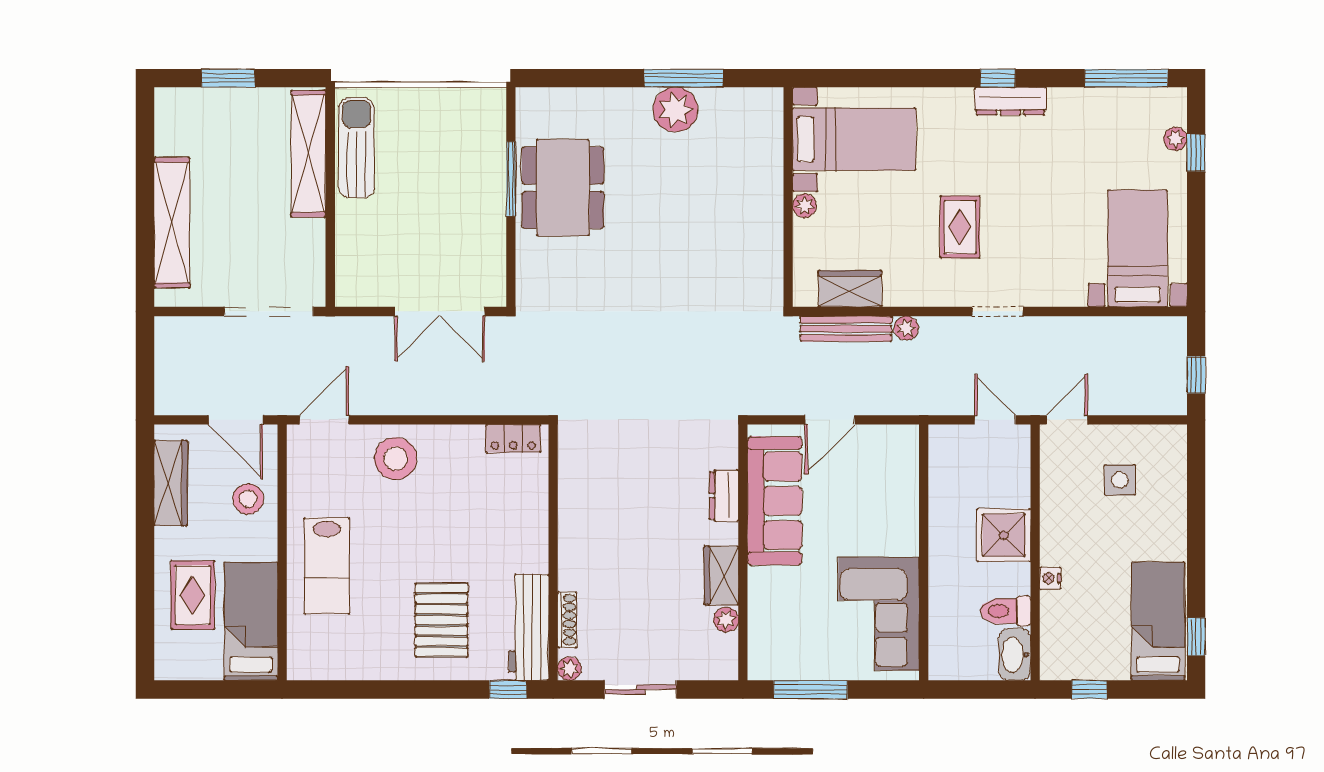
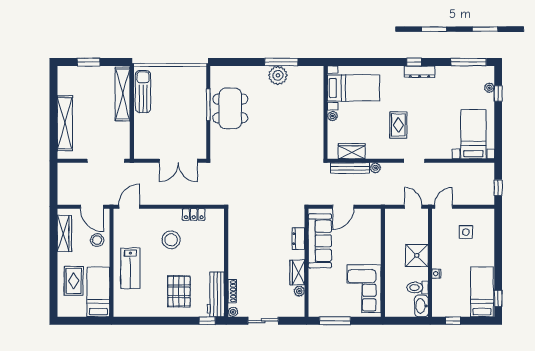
locker: (513, 438) -> (194, 214), moved
stool: (396, 459) -> (171, 240), moved

